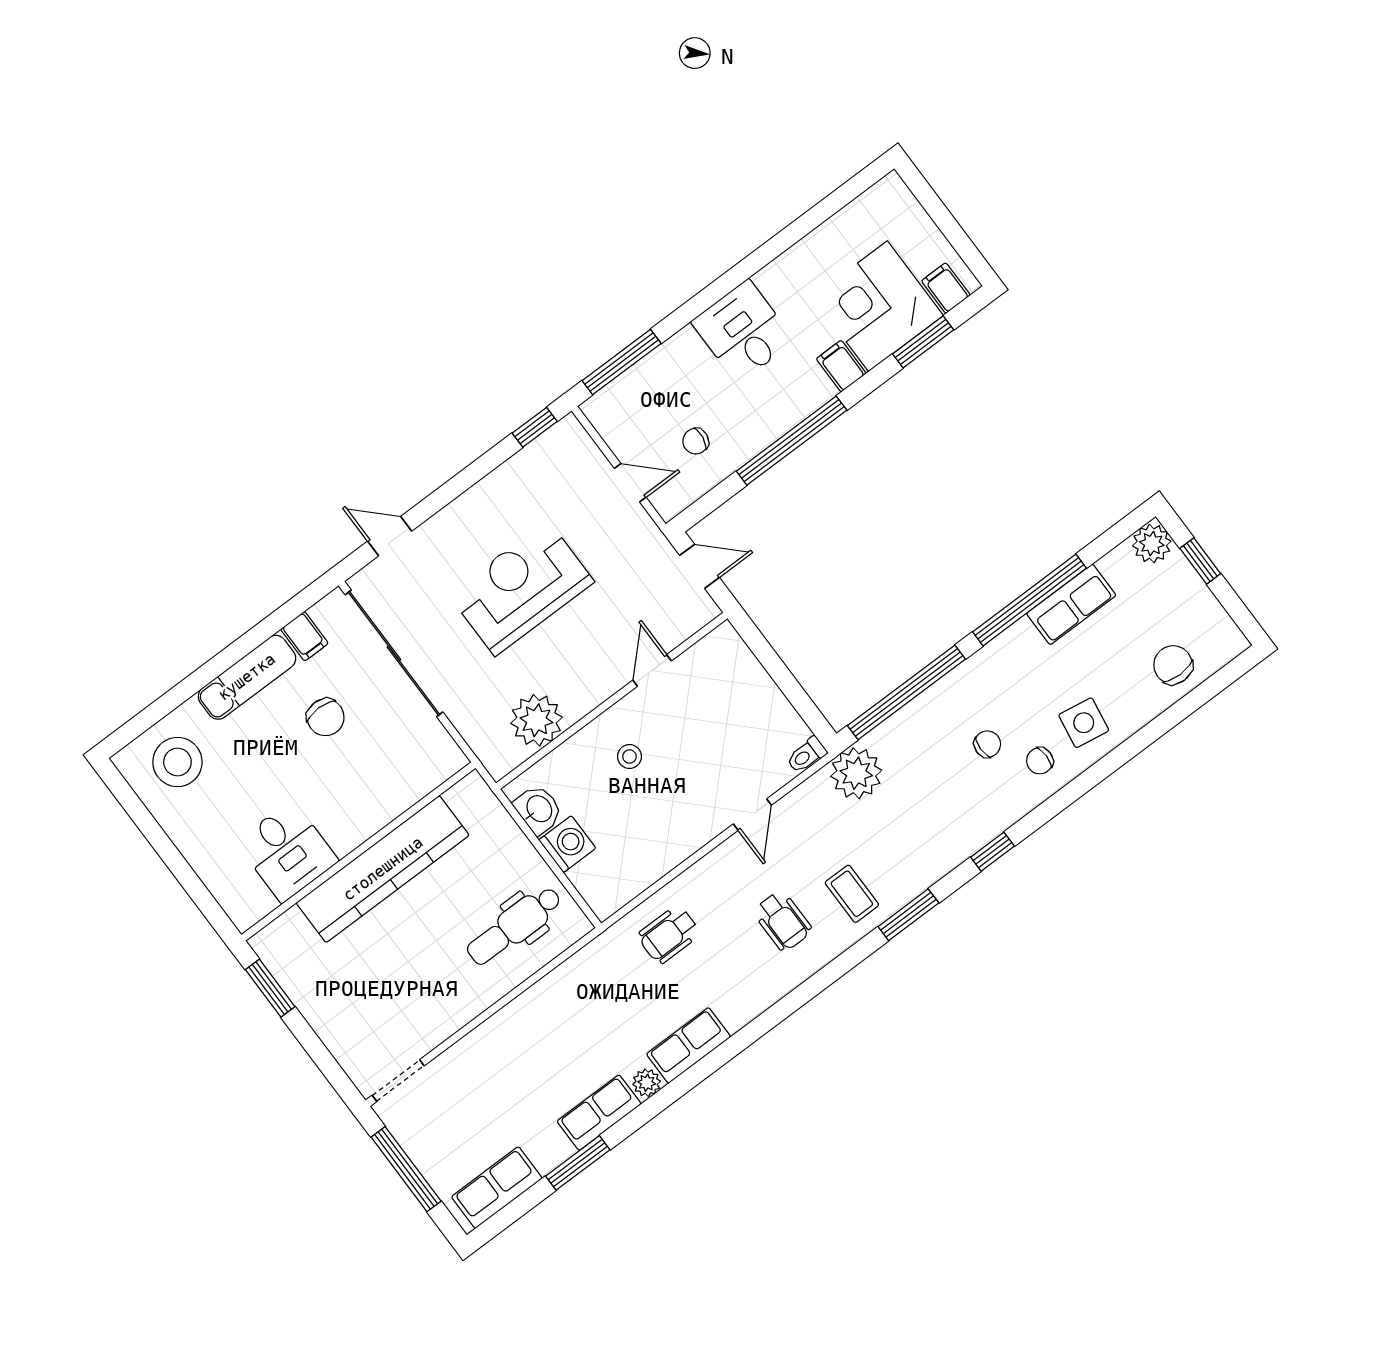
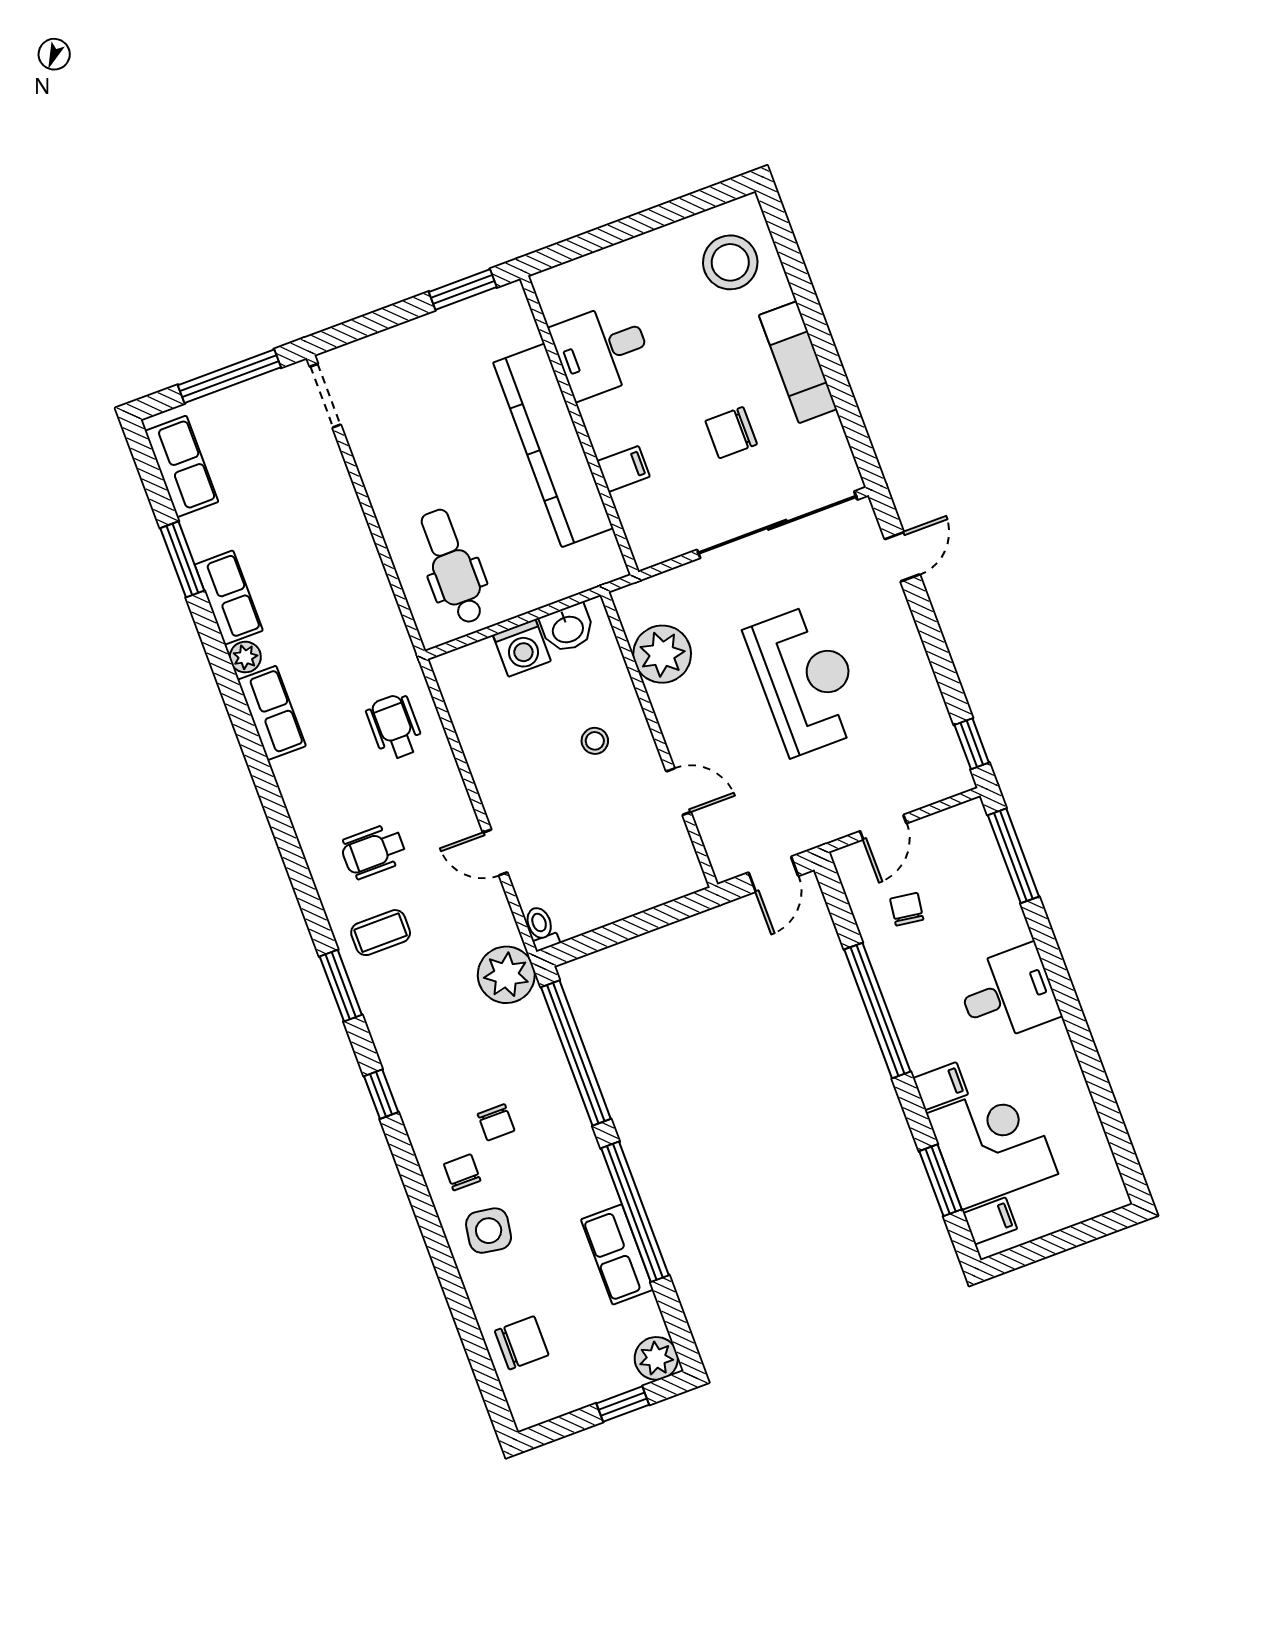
filing cabinet: (304, 636) -> (623, 469), moved, turned 180

